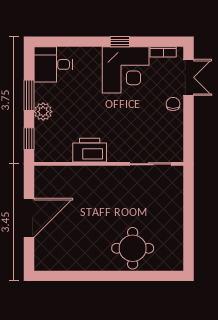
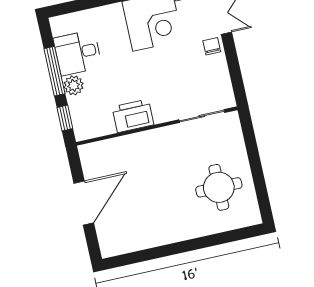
desk: (53, 64) -> (78, 53), moved
window: (29, 95) -> (54, 71), width x1.44
round table: (133, 248) -> (219, 187), moved

